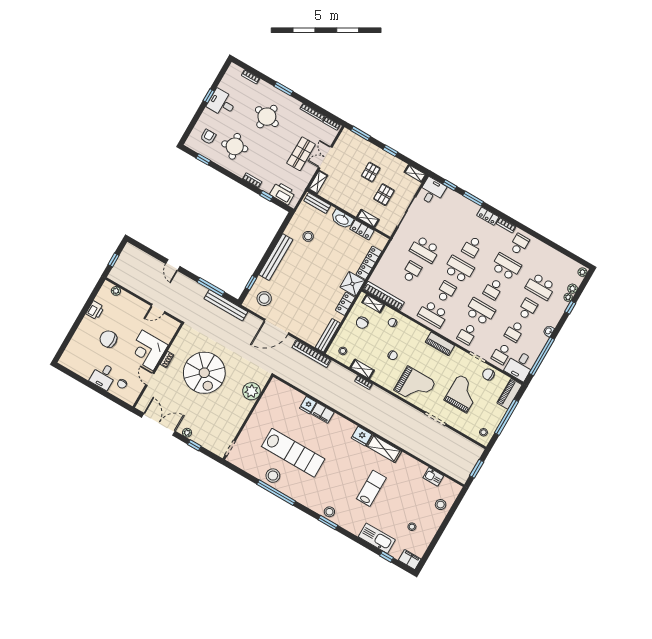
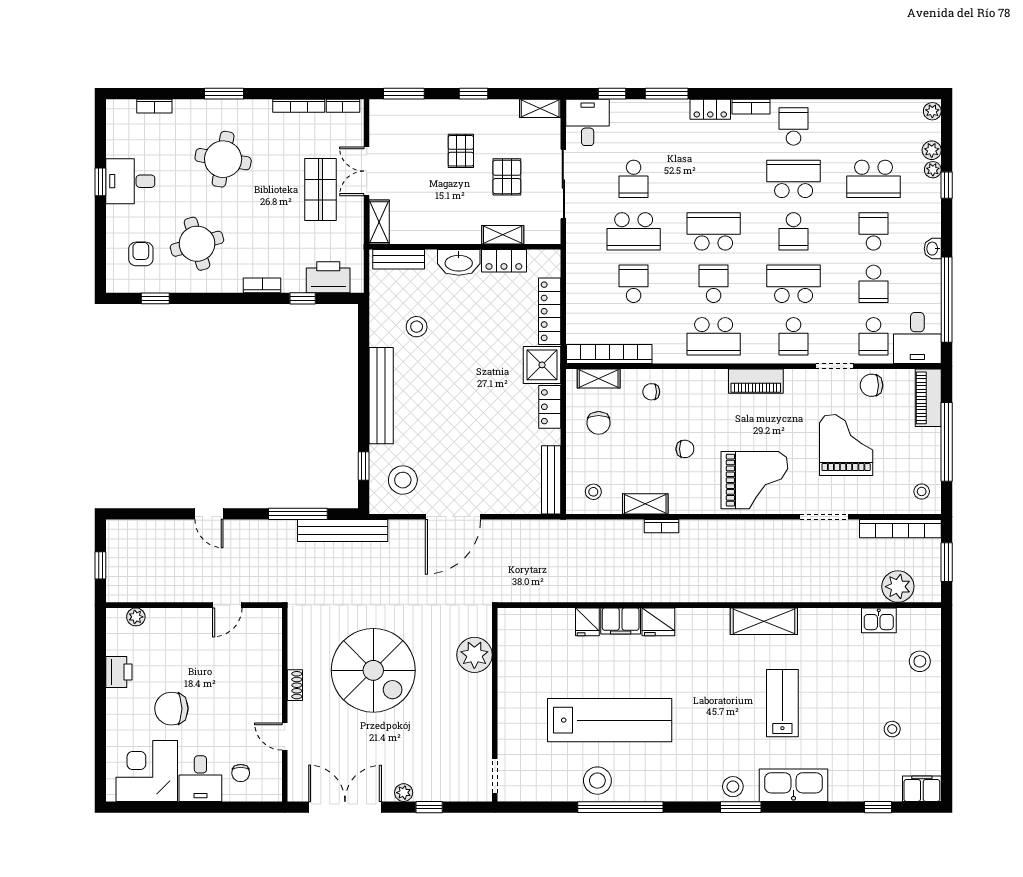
school desk: (472, 247) -> (634, 179), moved
corner desk: (148, 350) -> (147, 771), moved, turned 90
bookcase: (311, 354) -> (900, 529), moved
fridge: (362, 436) -> (658, 622), moved
plant: (450, 467) -> (898, 587), added
kitchen sink: (377, 538) -> (794, 785), moved

